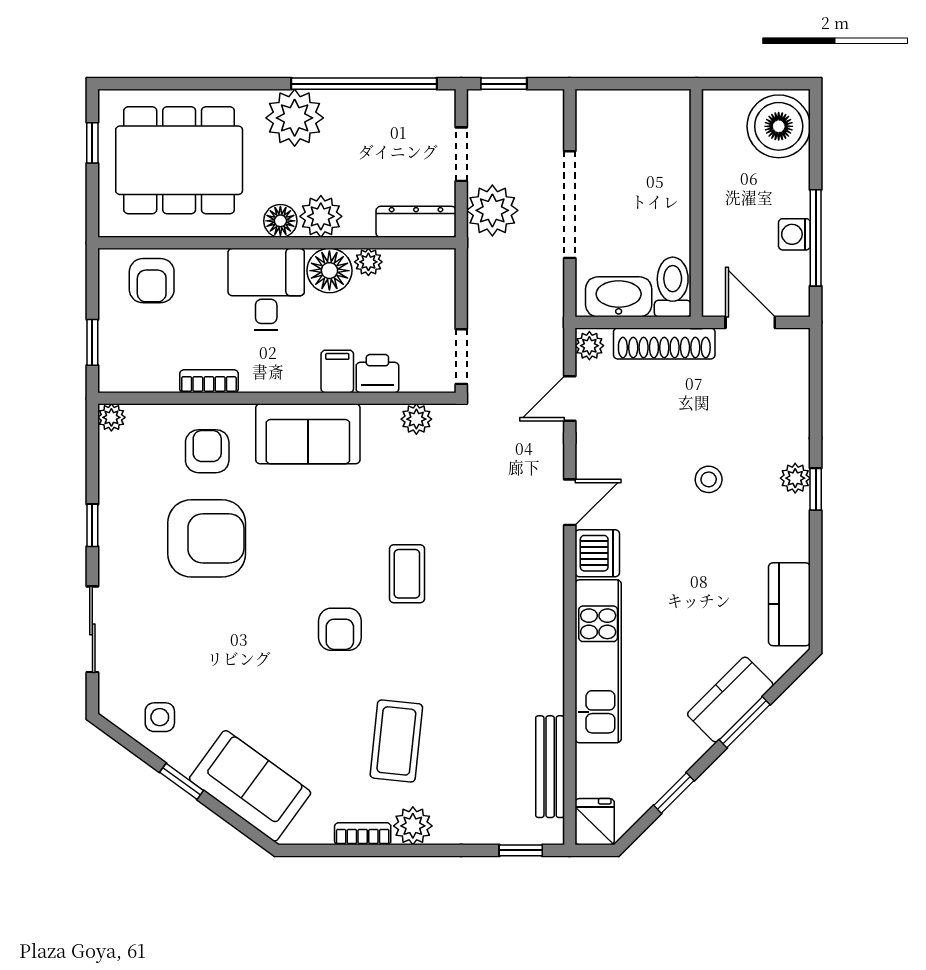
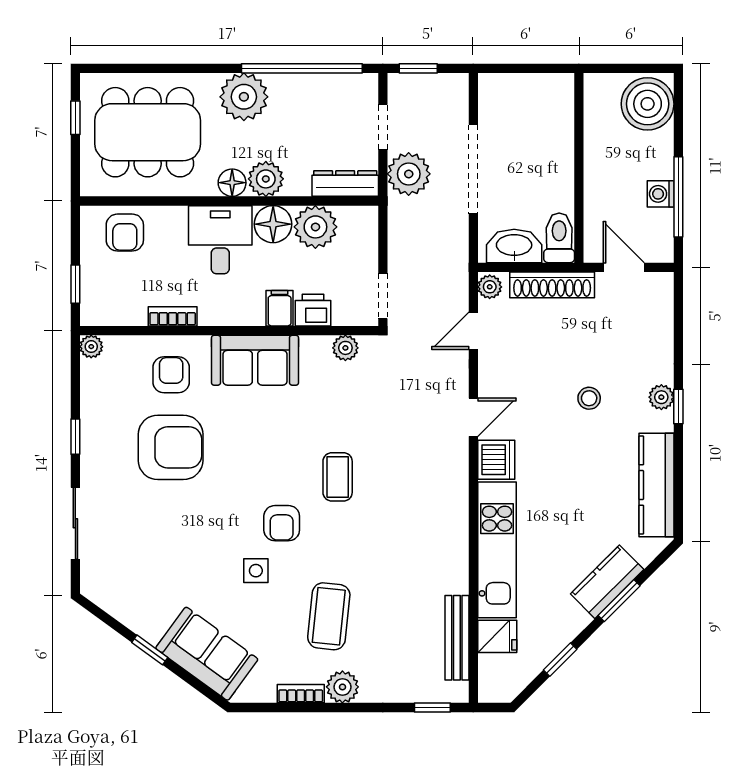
plant: (368, 262) -> (315, 227), width x1.88, depth x1.88
kitchen counter: (789, 604) -> (656, 485), width x1.50
side table: (160, 717) -> (256, 571), moved
fridge: (595, 822) -> (497, 636), moved, turned 90

